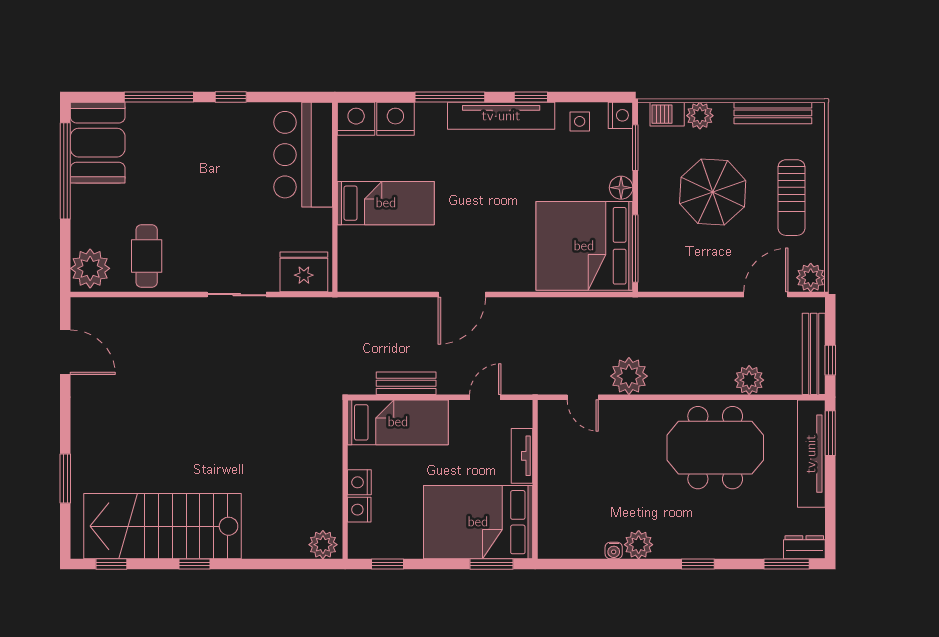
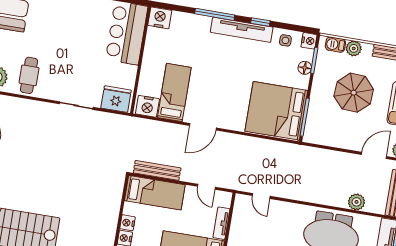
nightstand: (395, 119) -> (147, 106), moved, turned 180
floor lamp: (621, 188) -> (305, 68), moved
bed: (386, 203) -> (174, 93), moved, turned -90
plant: (629, 376) -> (289, 188), removed
bench: (406, 383) -> (157, 170), width x1.36
door: (485, 397) -> (206, 187), swing flipped

